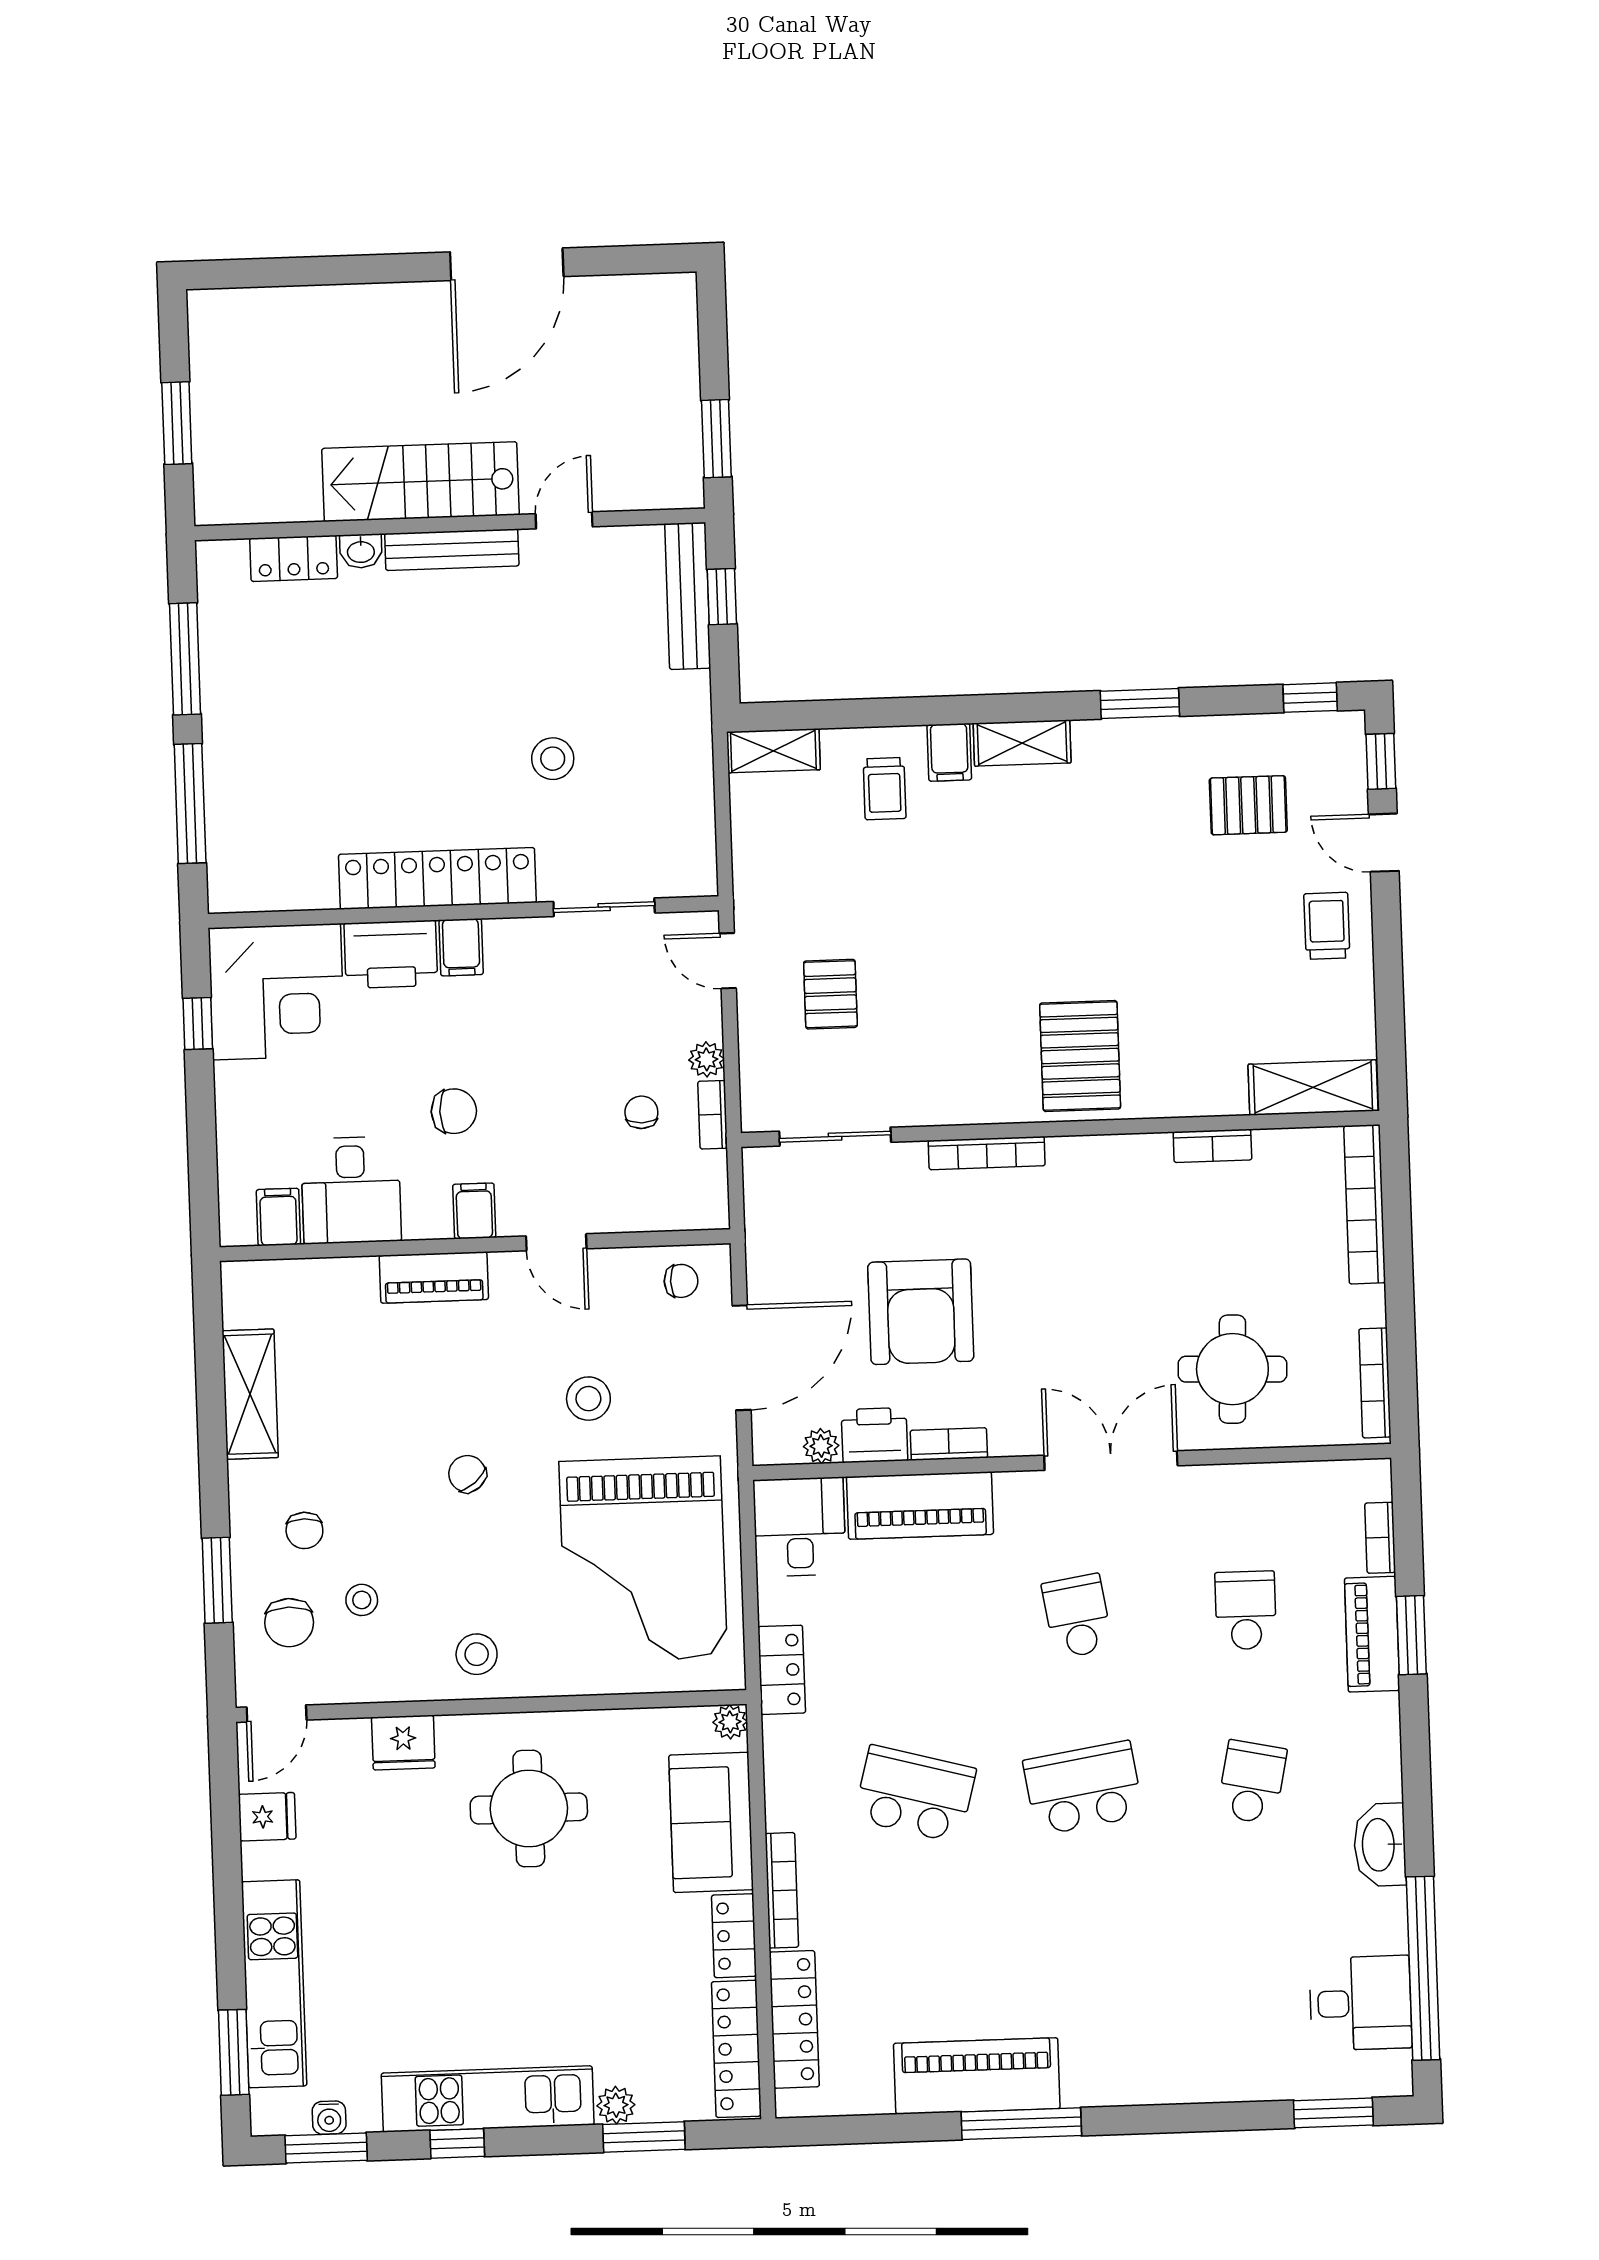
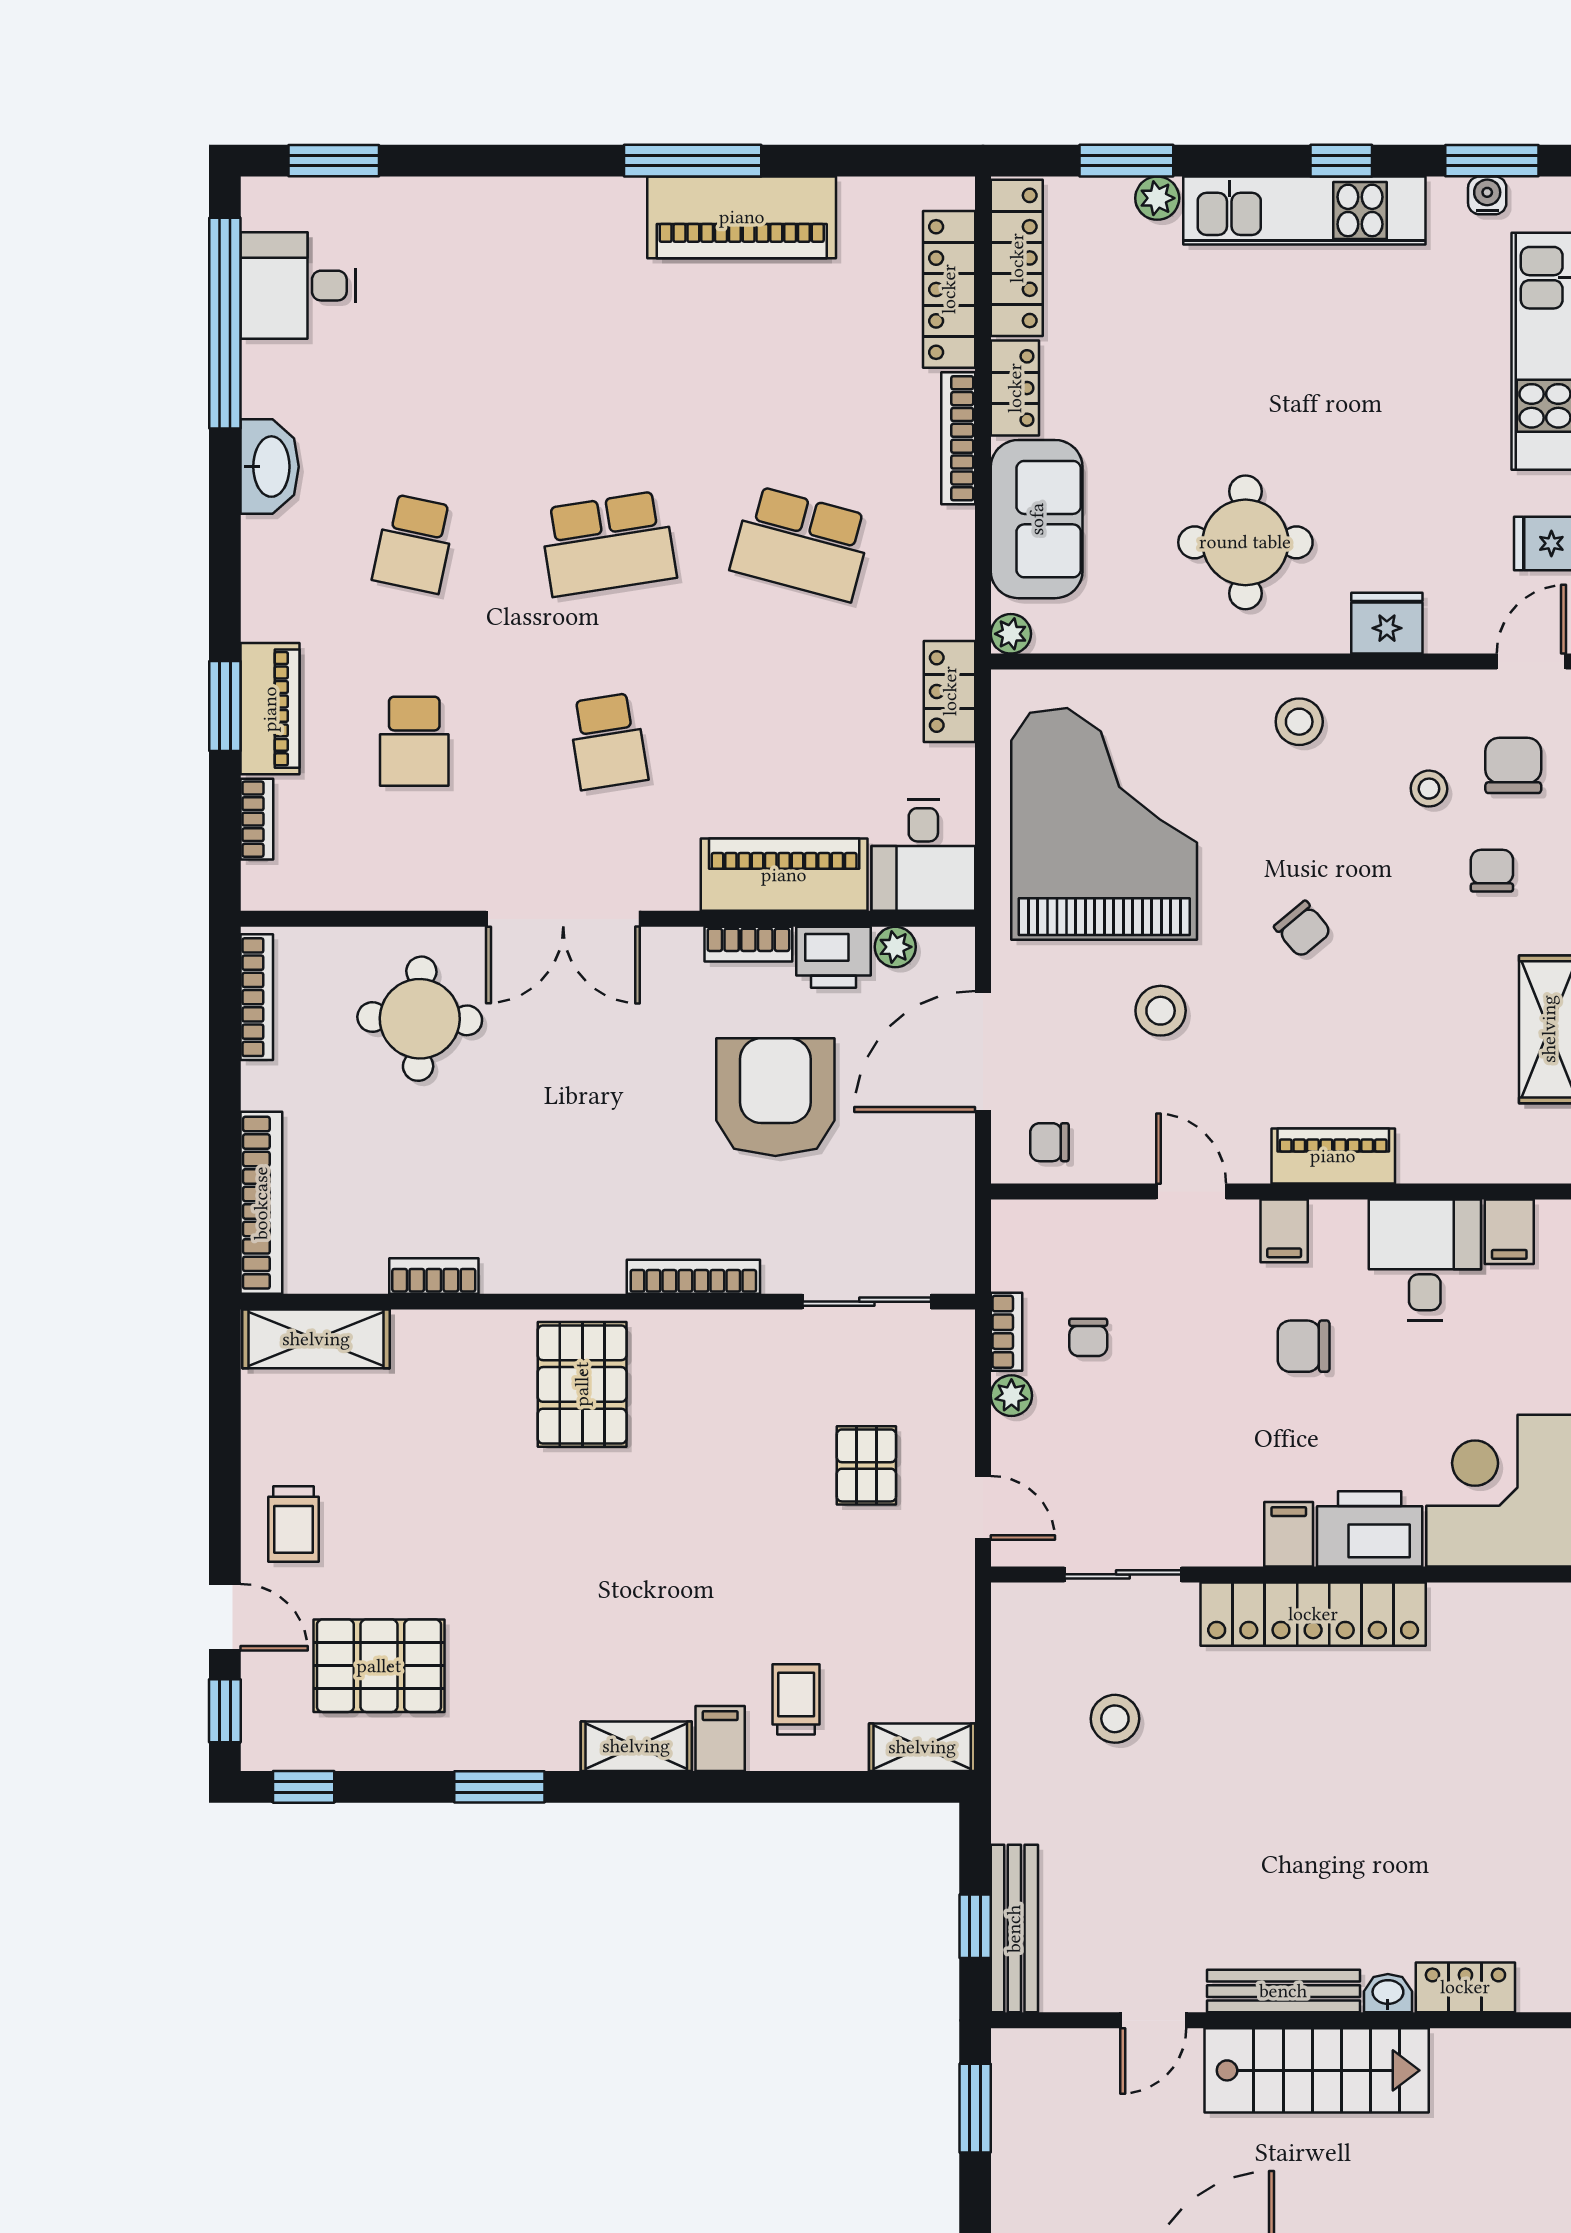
stool: (553, 759) -> (1115, 1719), moved
pallet: (1248, 805) -> (379, 1666), width x1.50, depth x1.42

